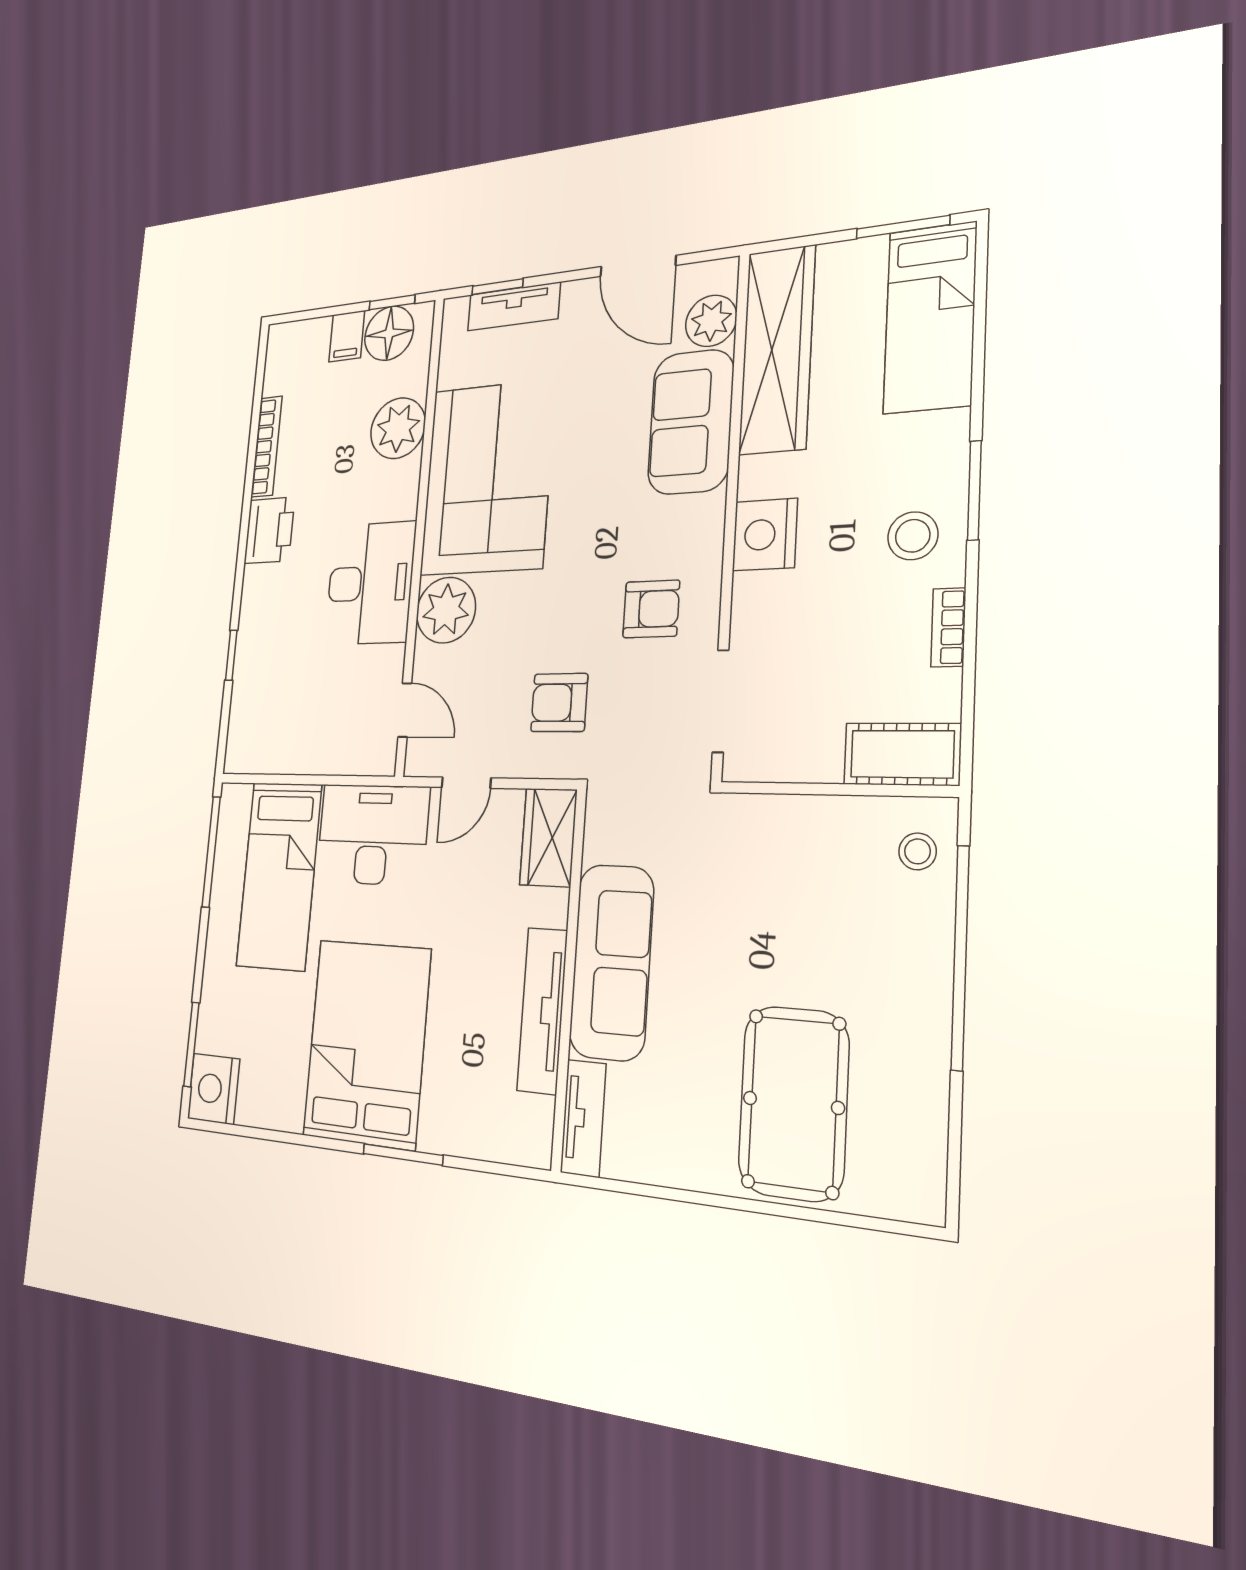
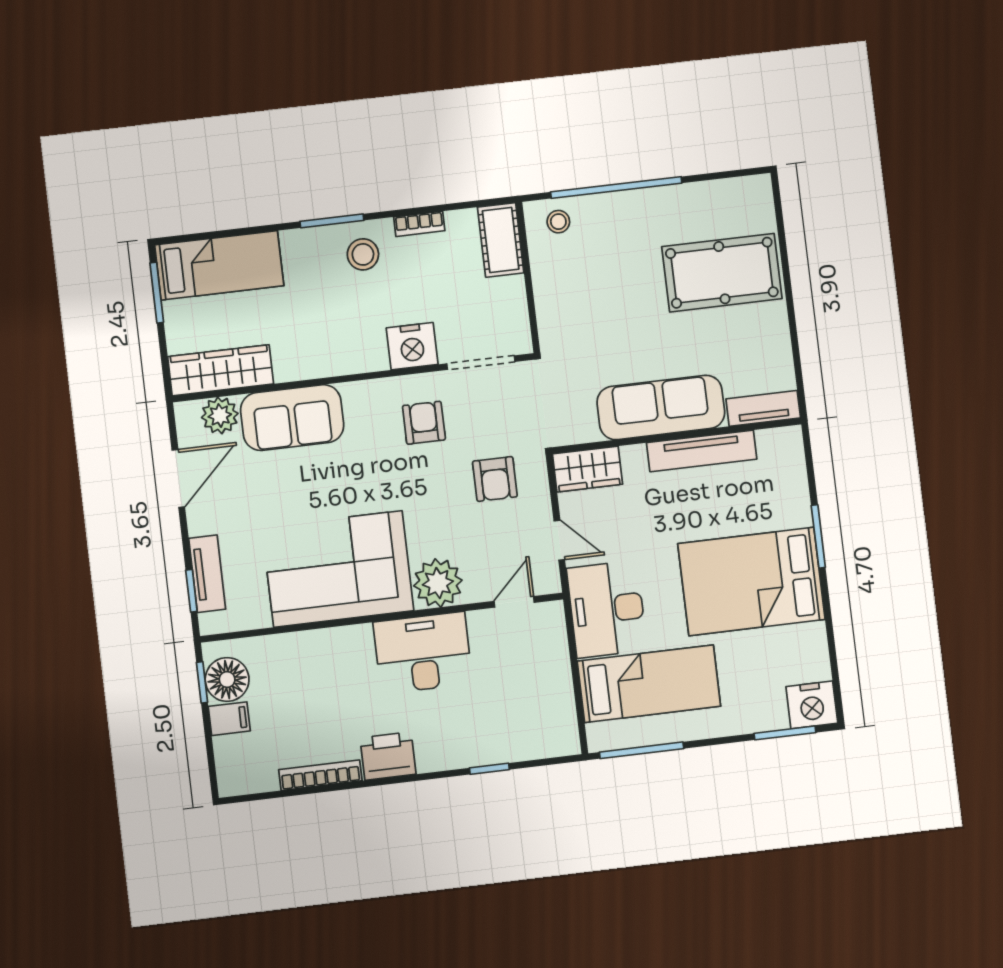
wardrobe: (777, 350) -> (221, 370), width x0.71, depth x0.85
plant: (398, 428) -> (302, 655), removed
nightstand: (765, 535) -> (412, 346), moved

